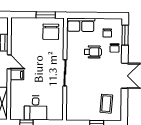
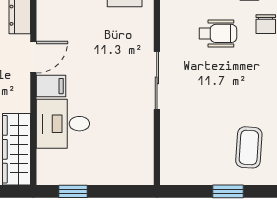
door: (9, 62) -> (33, 57), hinge flipped
desk: (36, 108) -> (63, 124), moved, turned 90

